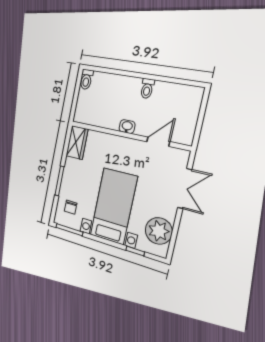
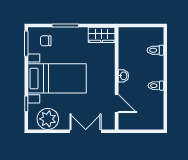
toilet: (86, 79) -> (155, 50), moved
double door: (185, 189) -> (86, 131), swing flipped

